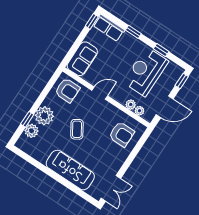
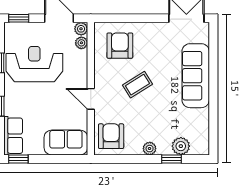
reception desk: (146, 72) -> (34, 64), turned 180
plant: (131, 105) -> (81, 29), moved
plant: (44, 116) -> (150, 149), width x0.53, depth x0.53
coffee table: (77, 129) -> (137, 85), moved

